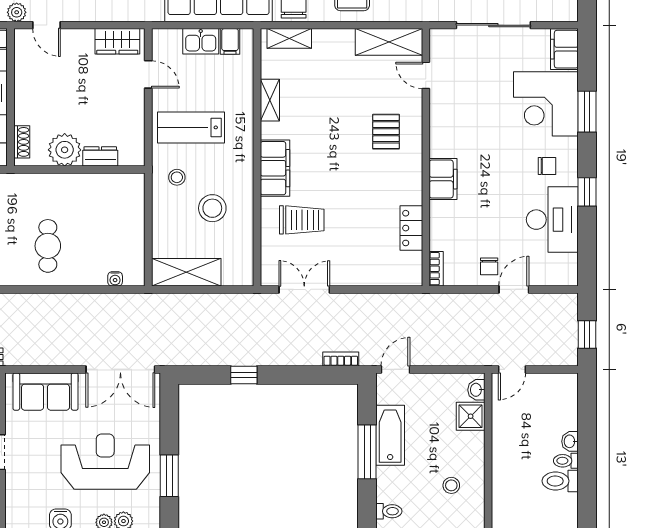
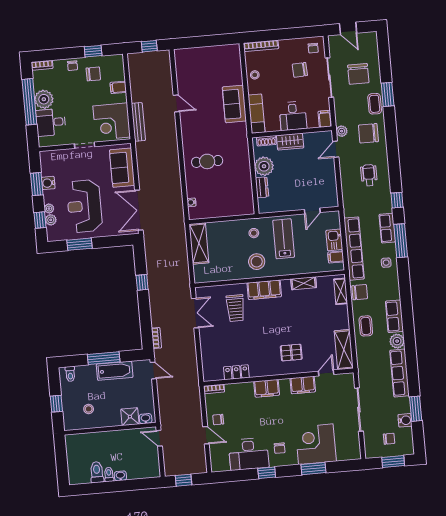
wardrobe: (117, 41) -> (290, 142), moved, turned -90
filing cabinet: (564, 49) -> (303, 385), moved, turned 180
stool: (212, 208) -> (257, 262), moved
reception desk: (105, 462) -> (84, 206), turned 180

